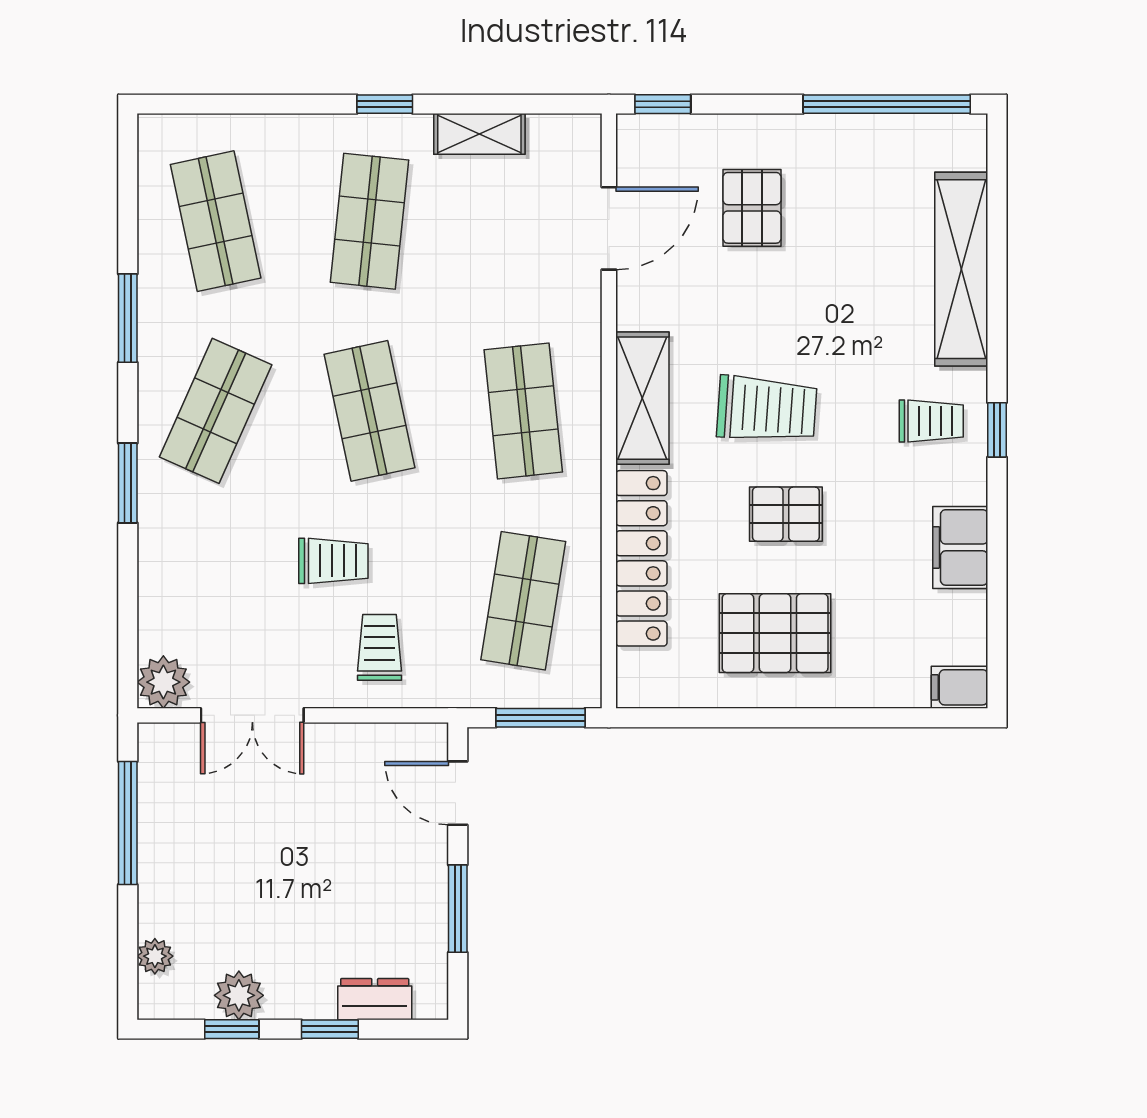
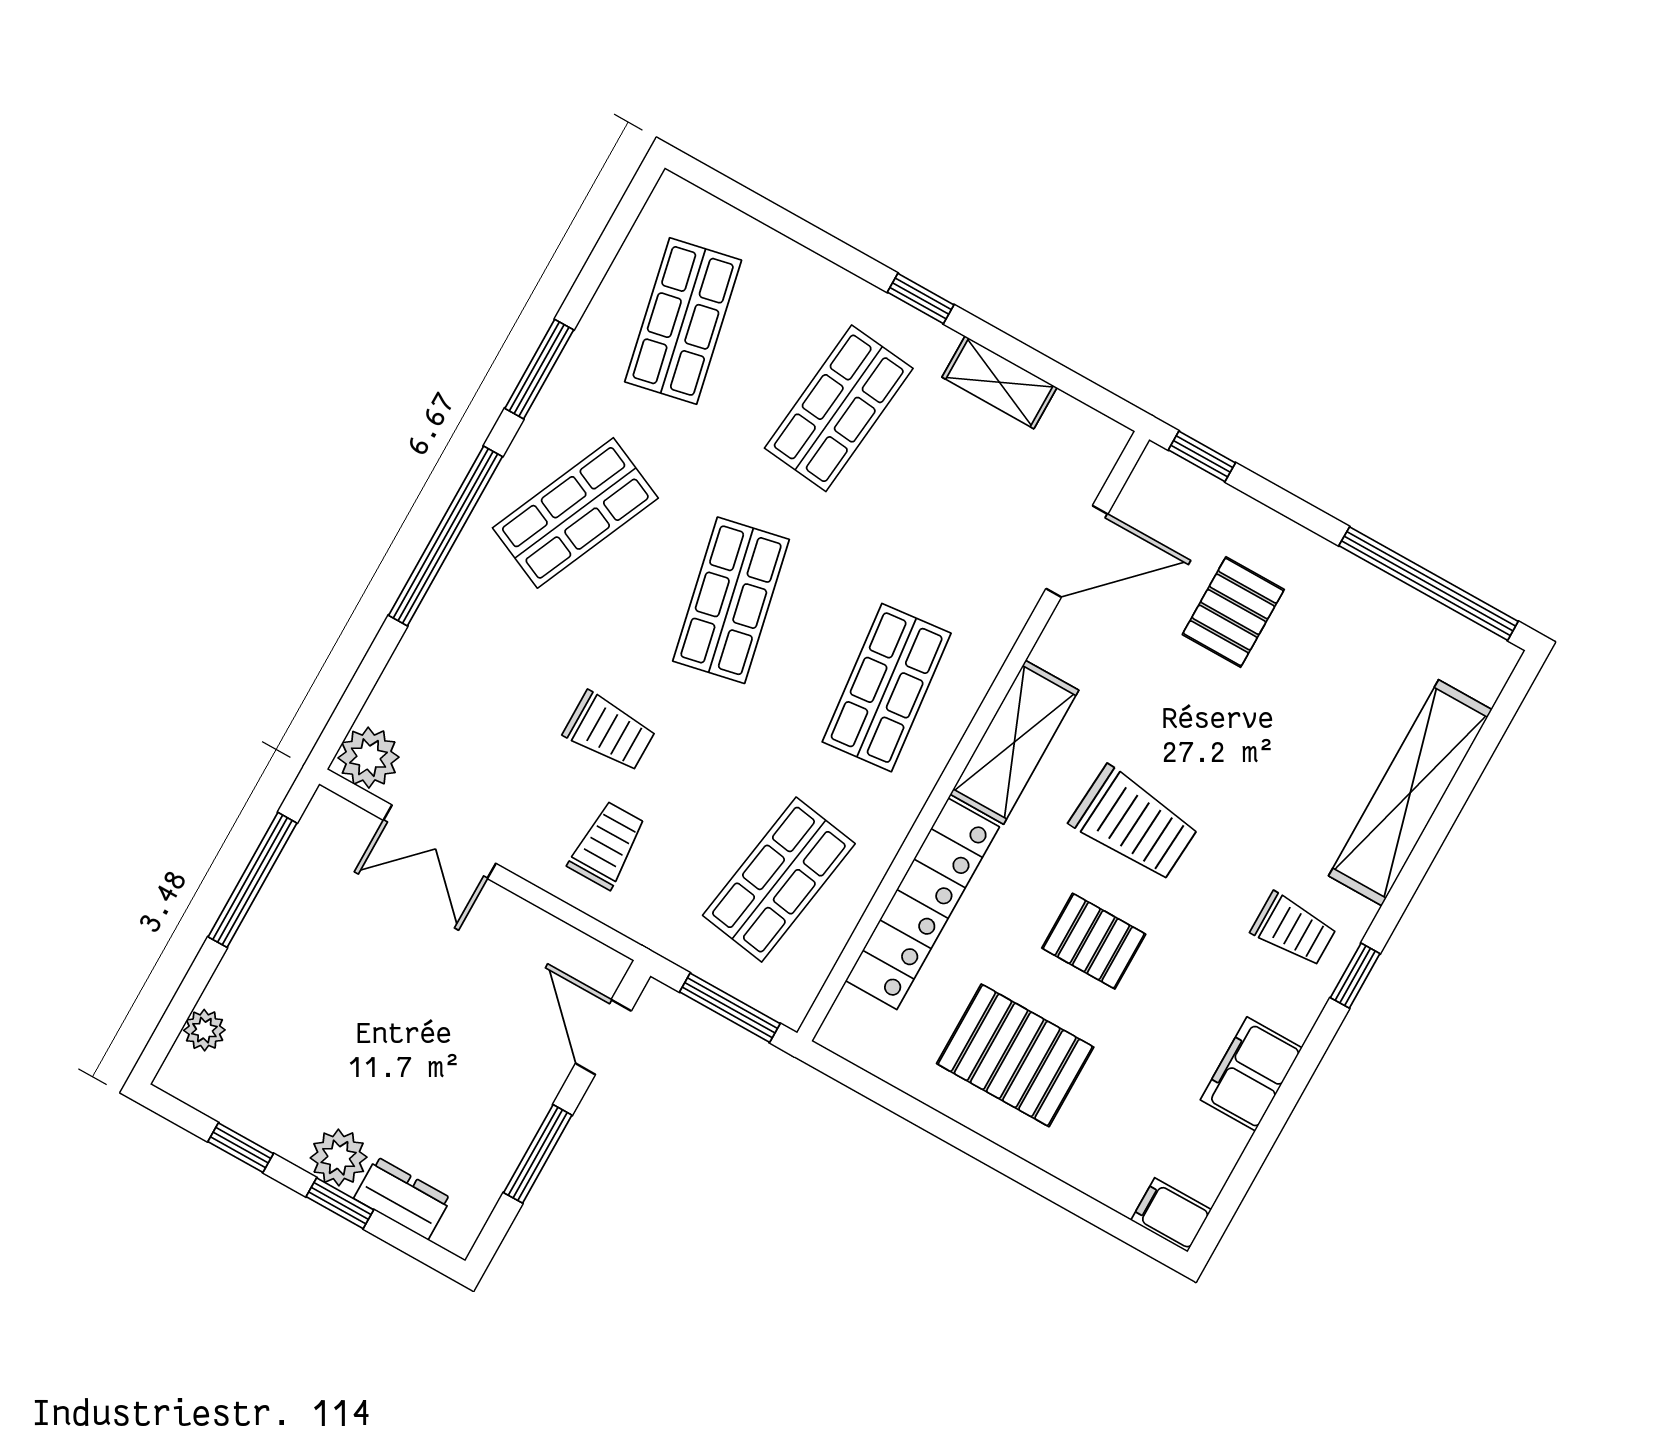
window: (128, 483) -> (446, 536), width x2.11
plant: (239, 995) -> (339, 1158), moved

